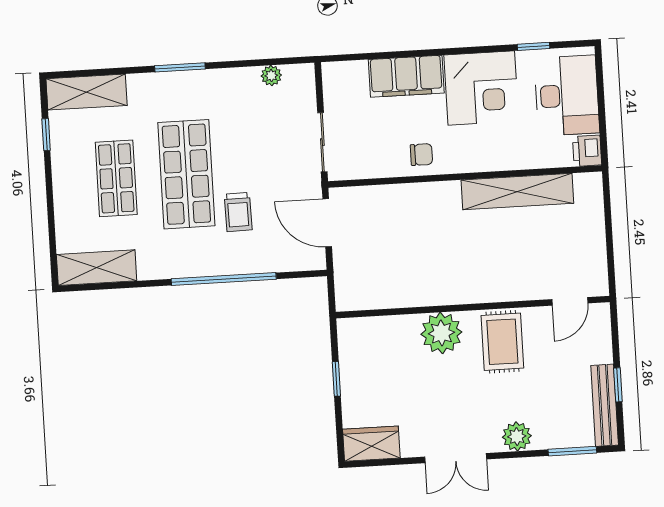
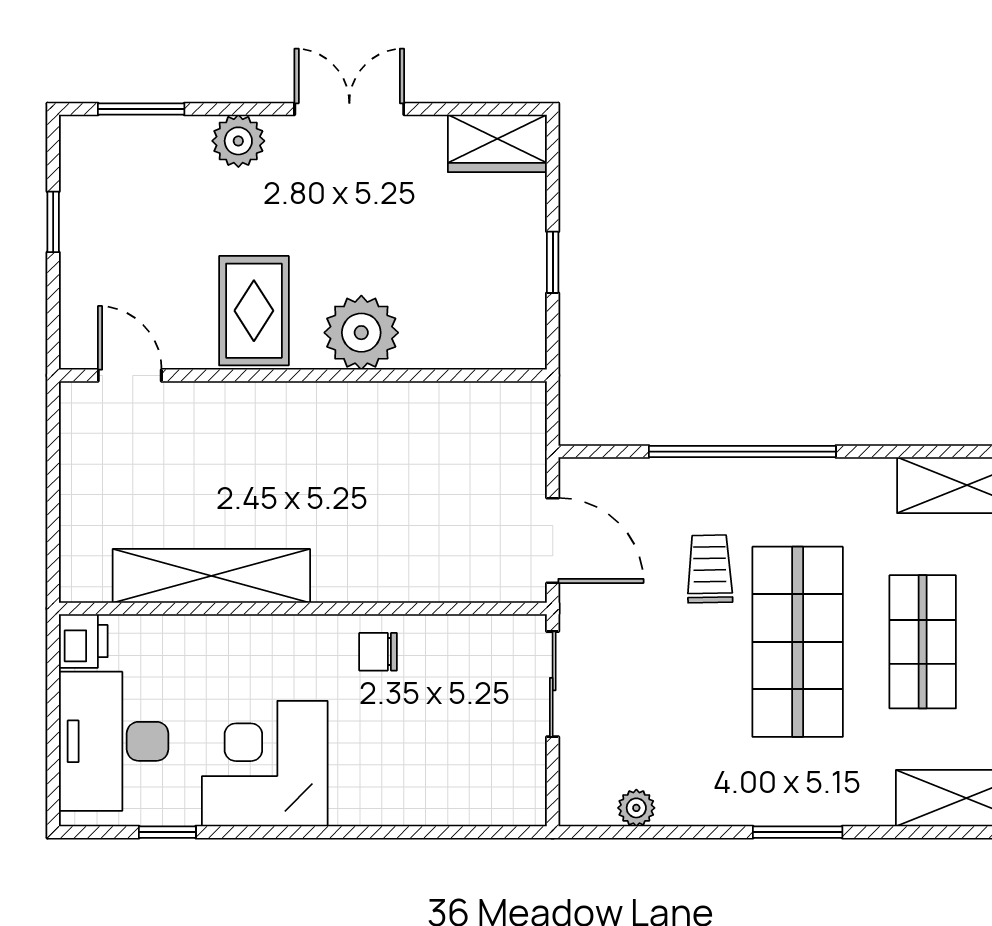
filing cabinet: (406, 76) -> (397, 792), removed
door: (570, 301) -> (130, 375), hinge flipped
bench: (605, 405) -> (79, 187), removed

